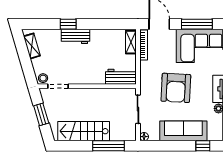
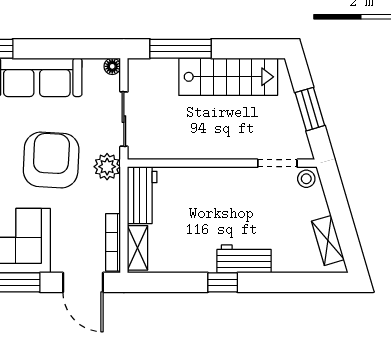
window: (68, 24) -> (223, 282), moved
workbench: (121, 77) -> (142, 195), moved, turned -90
plant: (147, 84) -> (107, 167), added

